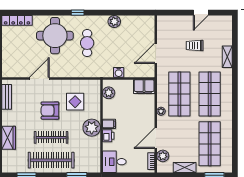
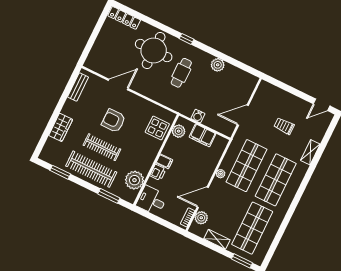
door: (201, 13) -> (322, 105), moved
filing cabinet: (144, 87) -> (203, 135), moved
display table: (75, 102) -> (157, 128), moved
plant: (92, 128) -> (134, 180), moved

